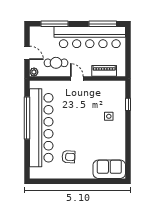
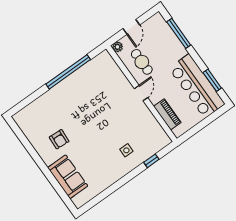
window: (103, 24) -> (212, 80), width x0.69
bar counter: (90, 37) -> (197, 86), width x0.73
bar counter: (41, 128) -> (68, 93), removed
sofa: (109, 169) -> (68, 177), moved

